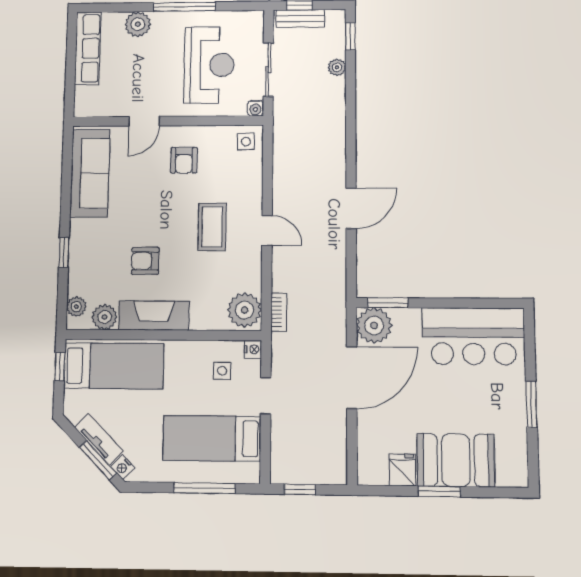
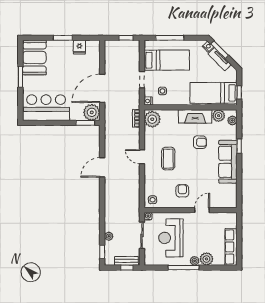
plant: (162, 20) -> (195, 261), added
sofa: (90, 173) -> (228, 162), moved
booth: (456, 460) -> (34, 57), moved, turned 90

